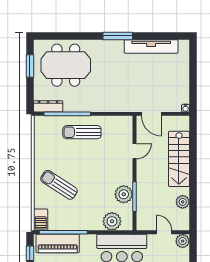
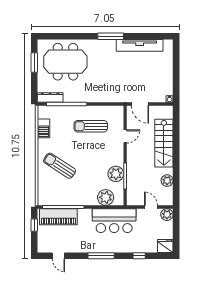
sun lounger: (82, 132) -> (91, 126), moved
barbecue: (41, 220) -> (44, 128), moved

